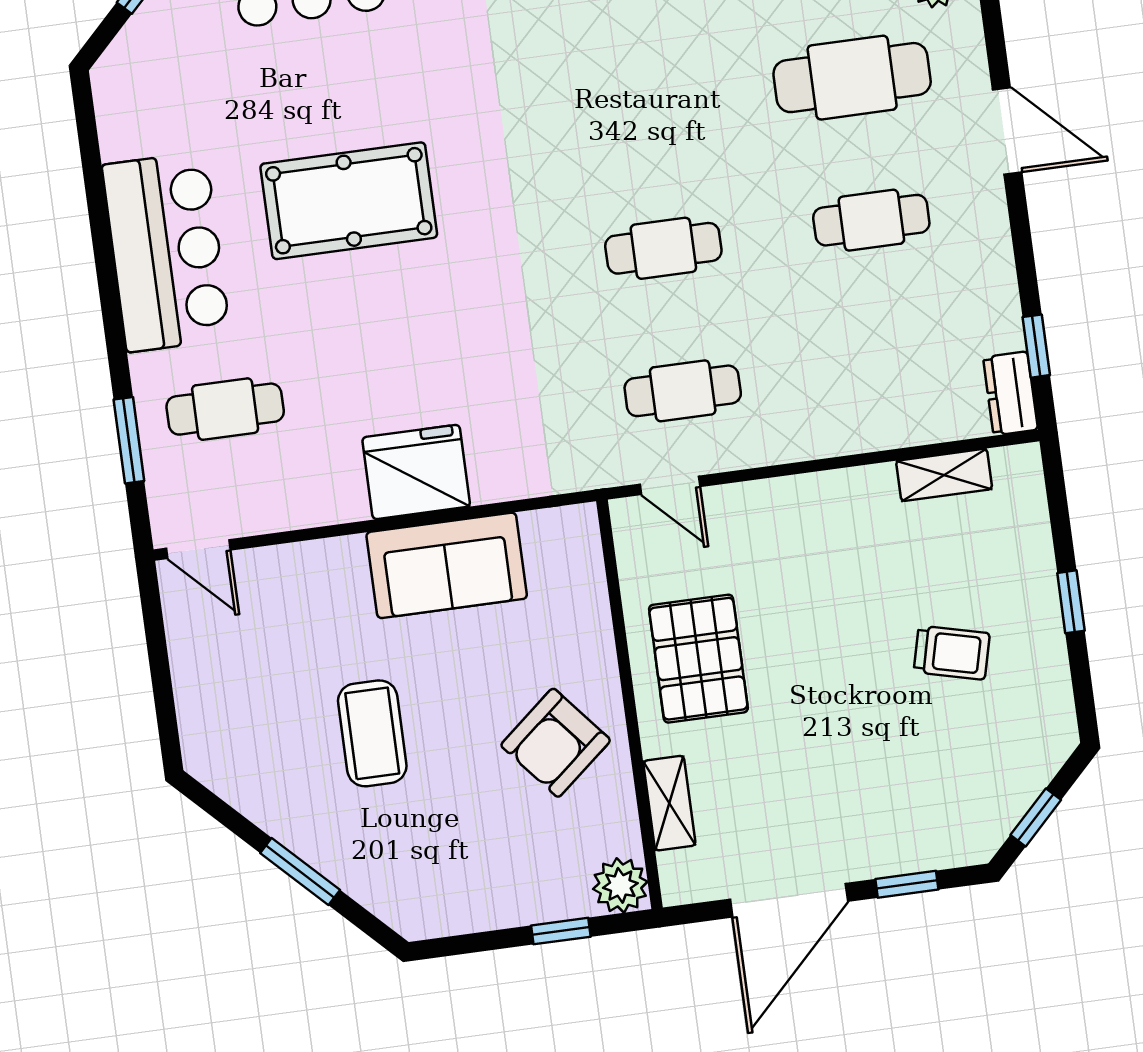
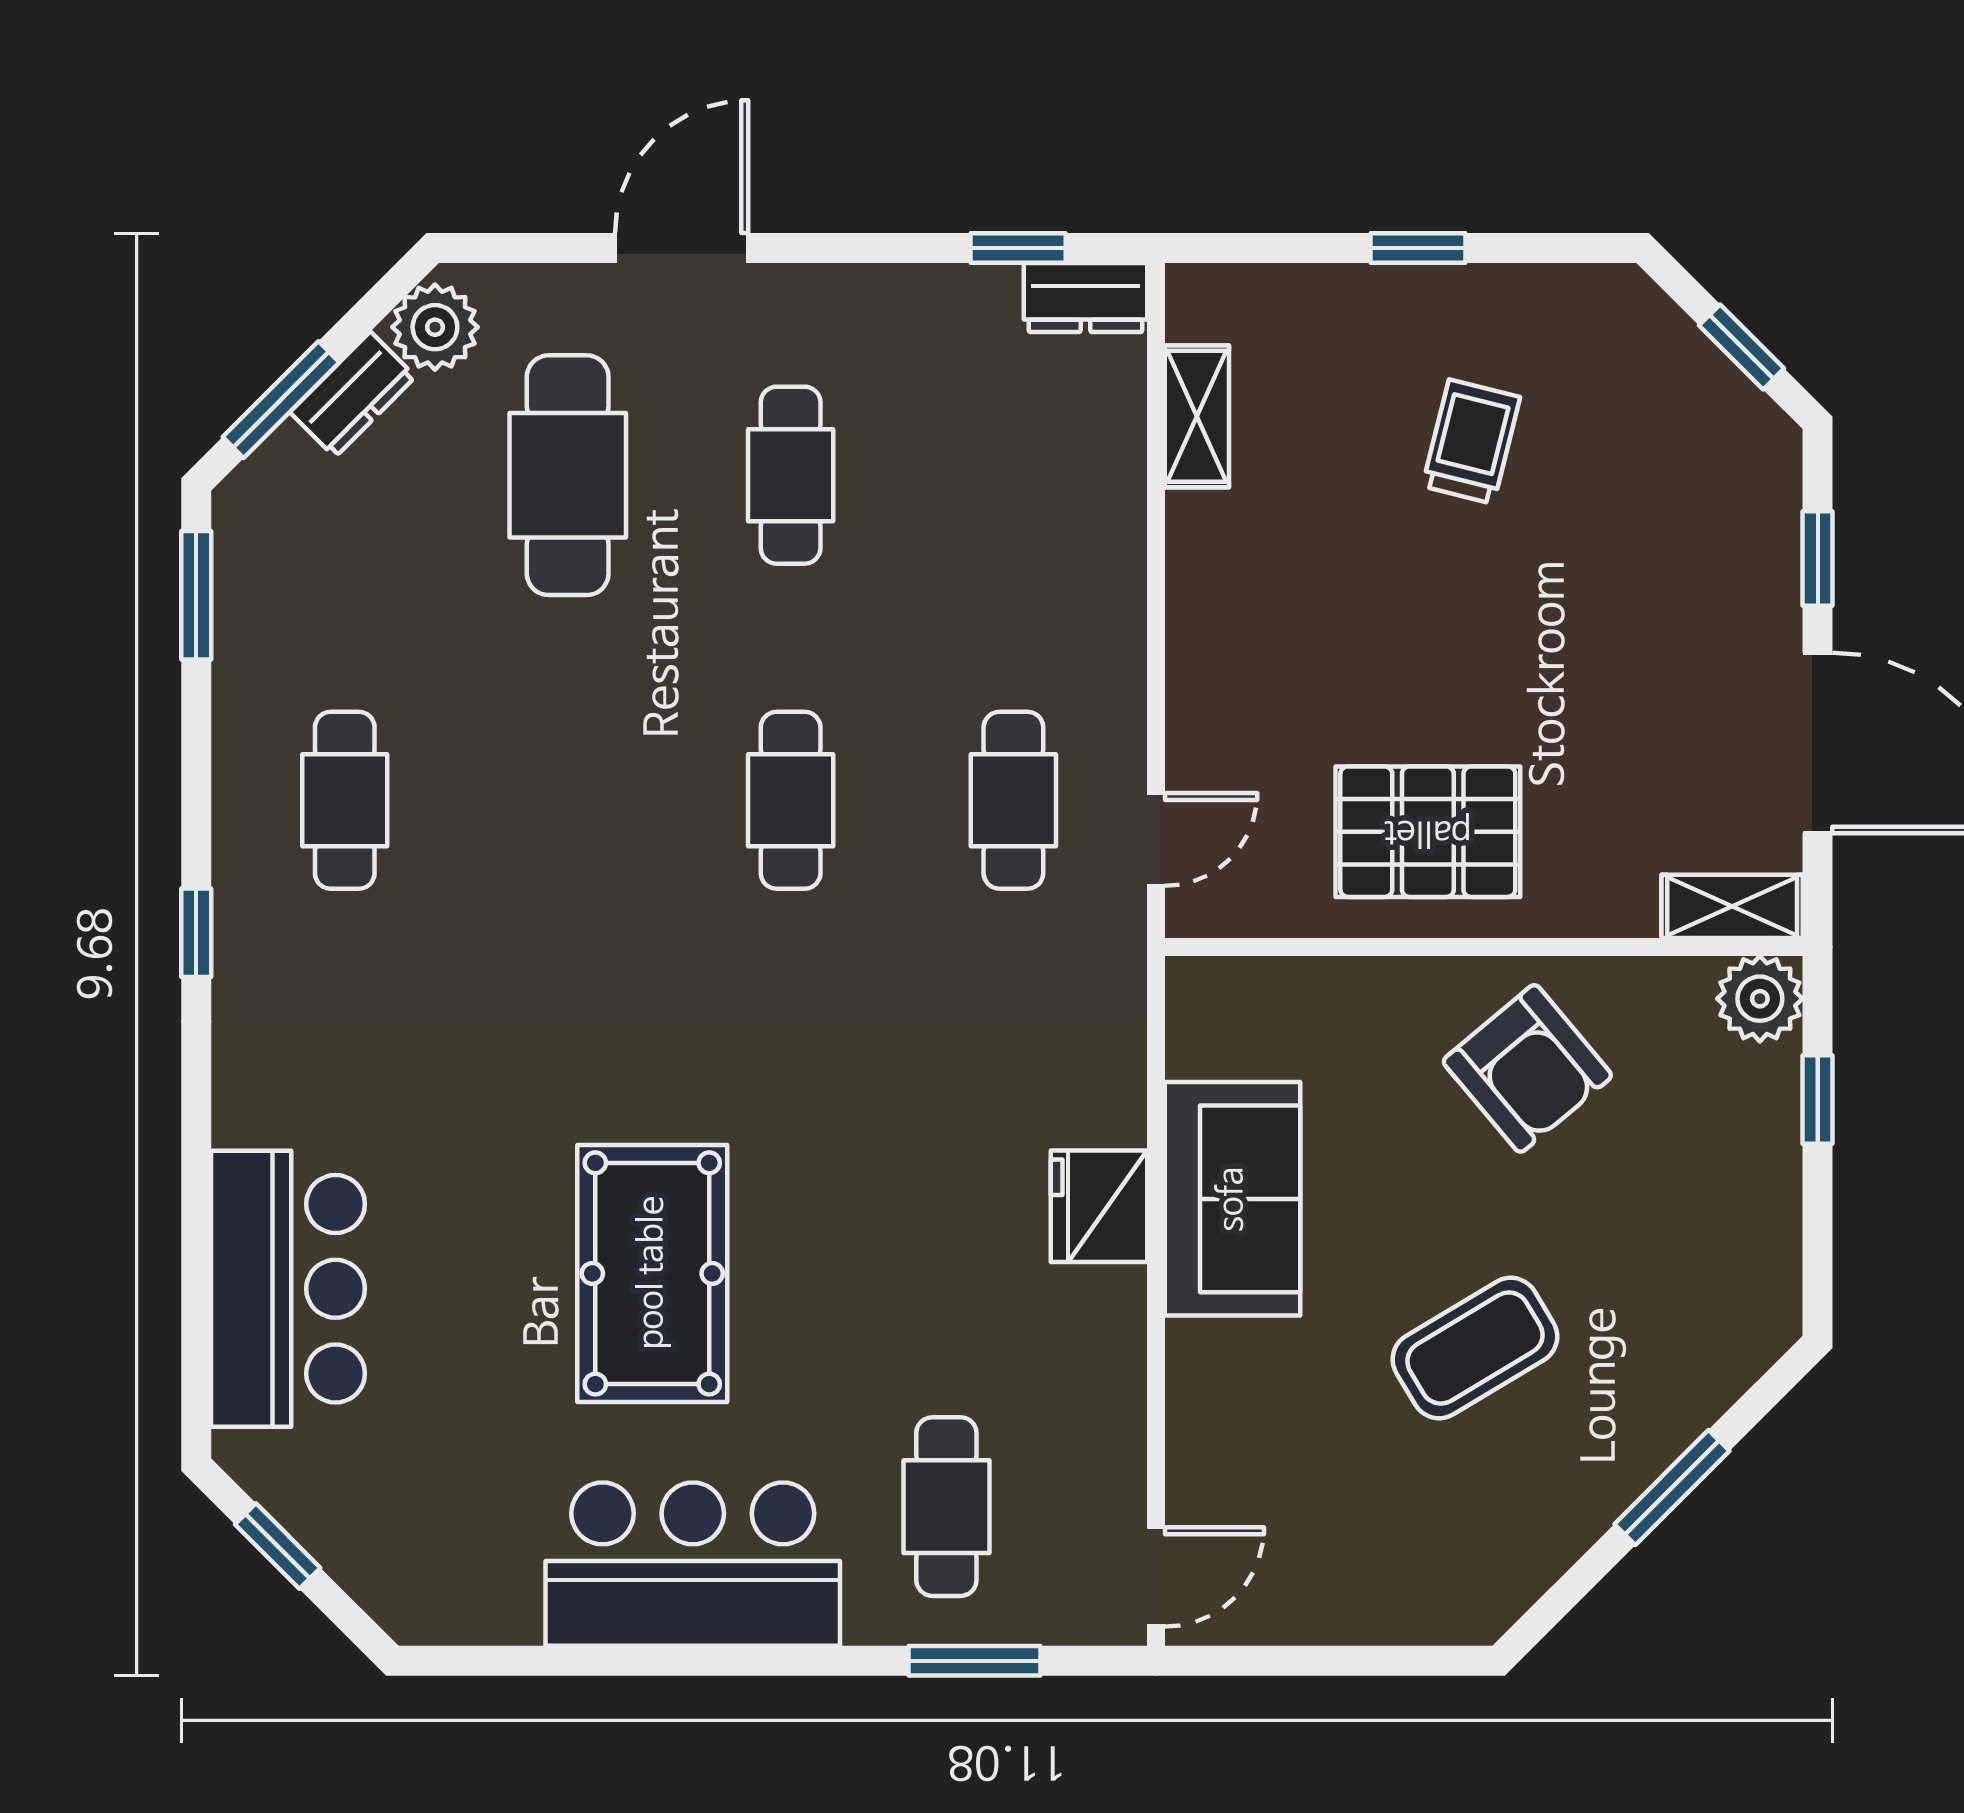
fridge: (416, 472) -> (1099, 1206), width x0.73, depth x0.75
coffee table: (372, 733) -> (1475, 1348), turned -31
shelving: (669, 803) -> (1732, 906), moved

